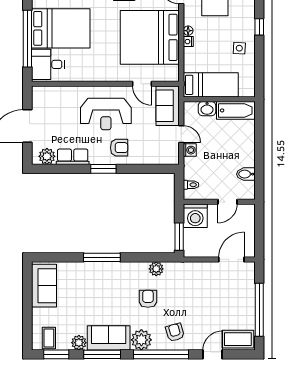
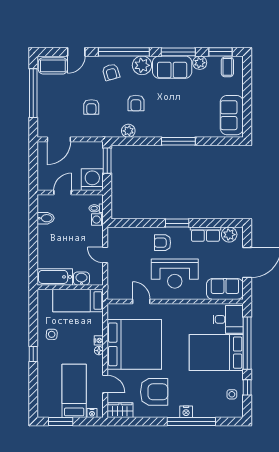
sofa: (168, 106) -> (225, 289), moved, turned -90
reception desk: (106, 114) -> (175, 274), turned 180
washing machine: (190, 150) -> (97, 220), moved
armchair: (196, 295) -> (91, 107), added

